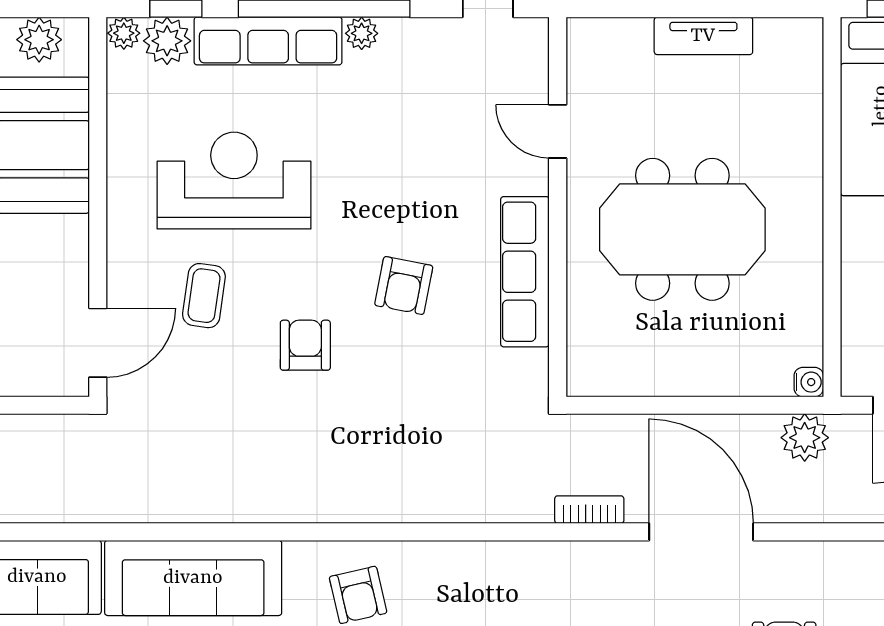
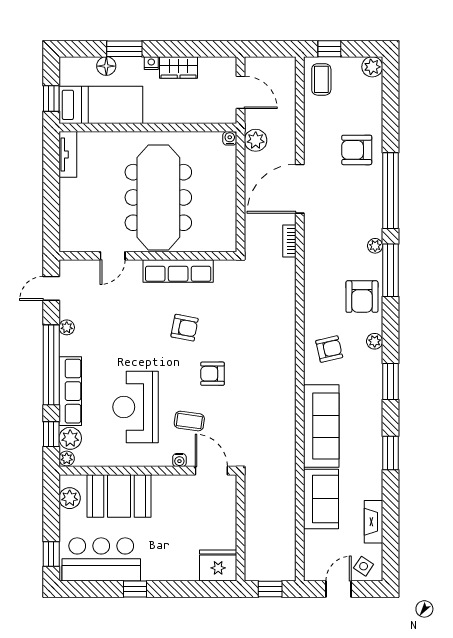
plant: (362, 33) -> (67, 327), moved
tv unit: (703, 36) -> (68, 154), moved
meeting table: (682, 229) -> (158, 197), width x1.36
water cooler: (120, 275) -> (179, 460), added

